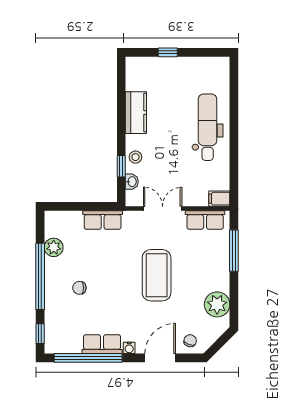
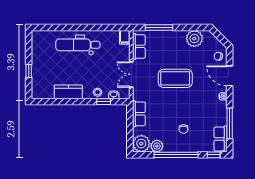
plant: (57, 224) -> (141, 144), added
row of seats: (102, 344) -> (220, 139), moved
window: (88, 358) -> (230, 123), width x0.68

